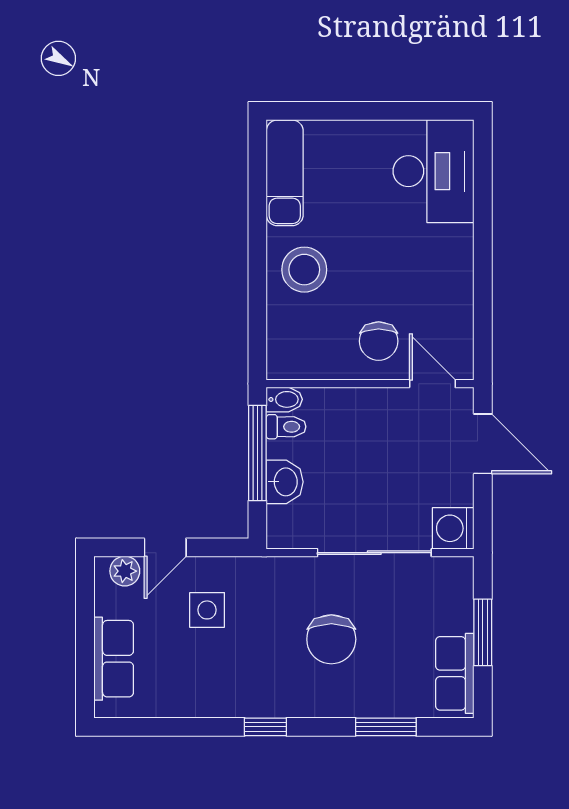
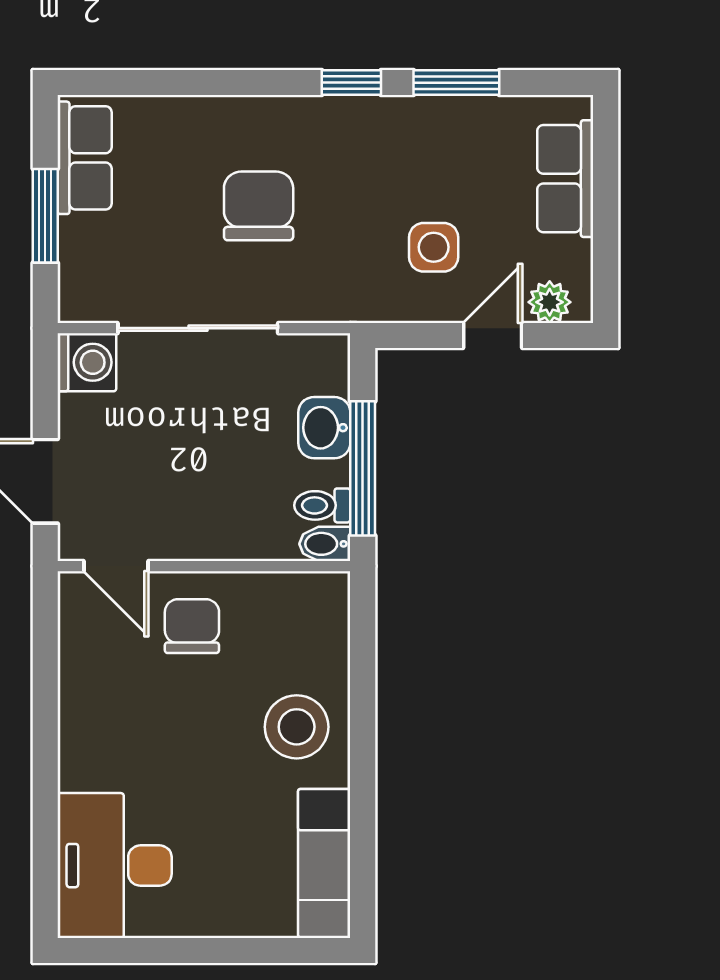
window: (386, 727) -> (456, 83), moved

